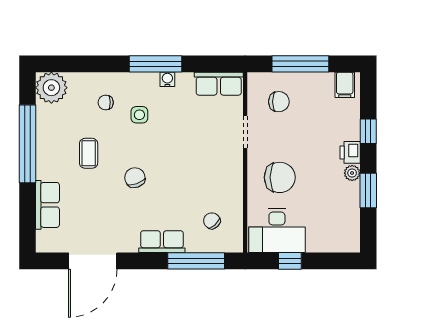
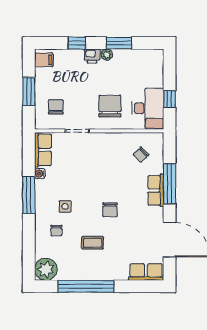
window: (300, 64) -> (29, 91), width x0.69
water cooler: (167, 79) -> (40, 174), moved
chair: (135, 178) -> (110, 210), turned -71
row of seats: (47, 205) -> (146, 272), moved
window: (196, 261) -> (169, 184), moved

